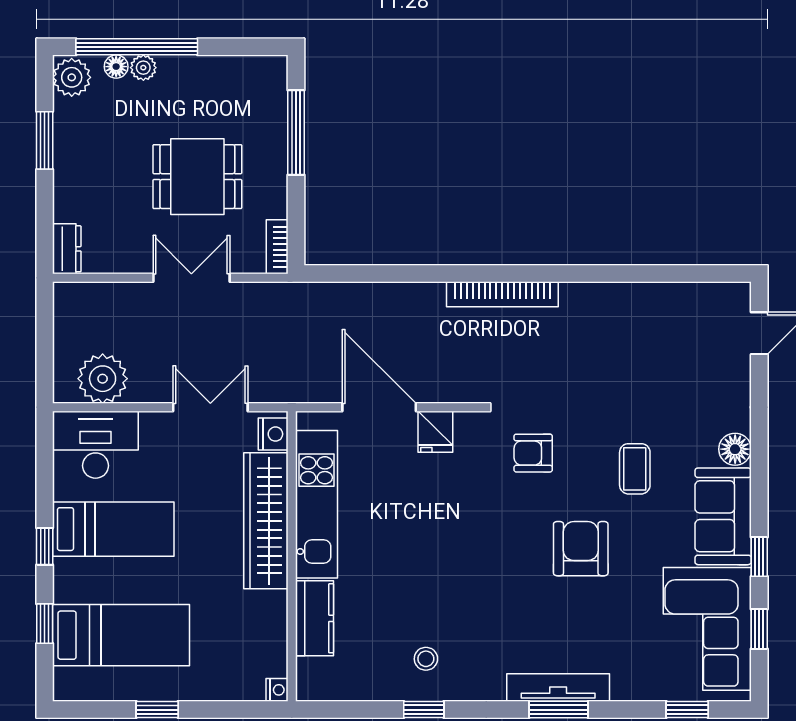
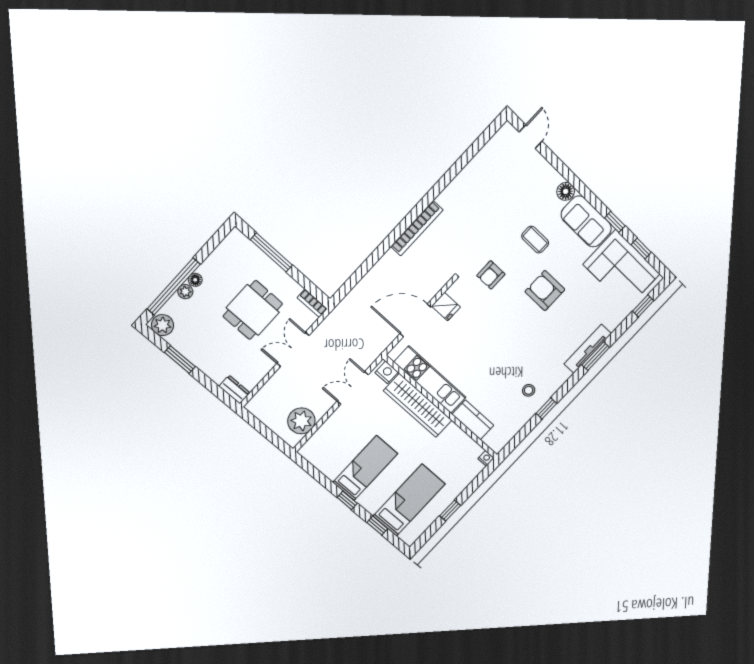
floor lamp: (116, 67) -> (195, 280), moved
desk: (95, 445) -> (325, 446), removed

